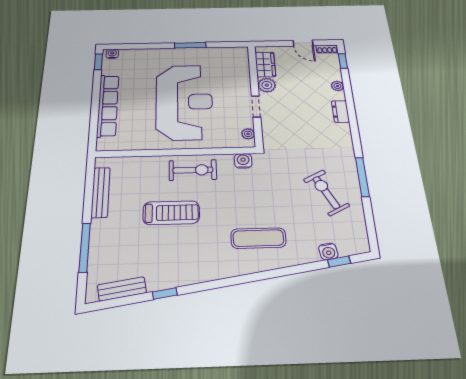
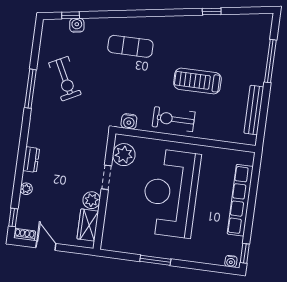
plant: (248, 134) -> (124, 155), width x1.88, depth x1.88
bench: (122, 289) -> (244, 21), removed

